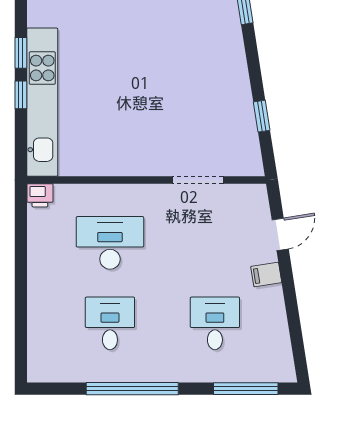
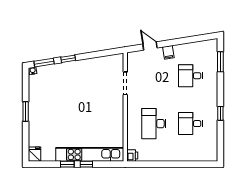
window: (262, 116) -> (68, 59), moved
window: (132, 389) -> (220, 113), width x0.32
window: (246, 389) -> (220, 62), width x0.69

